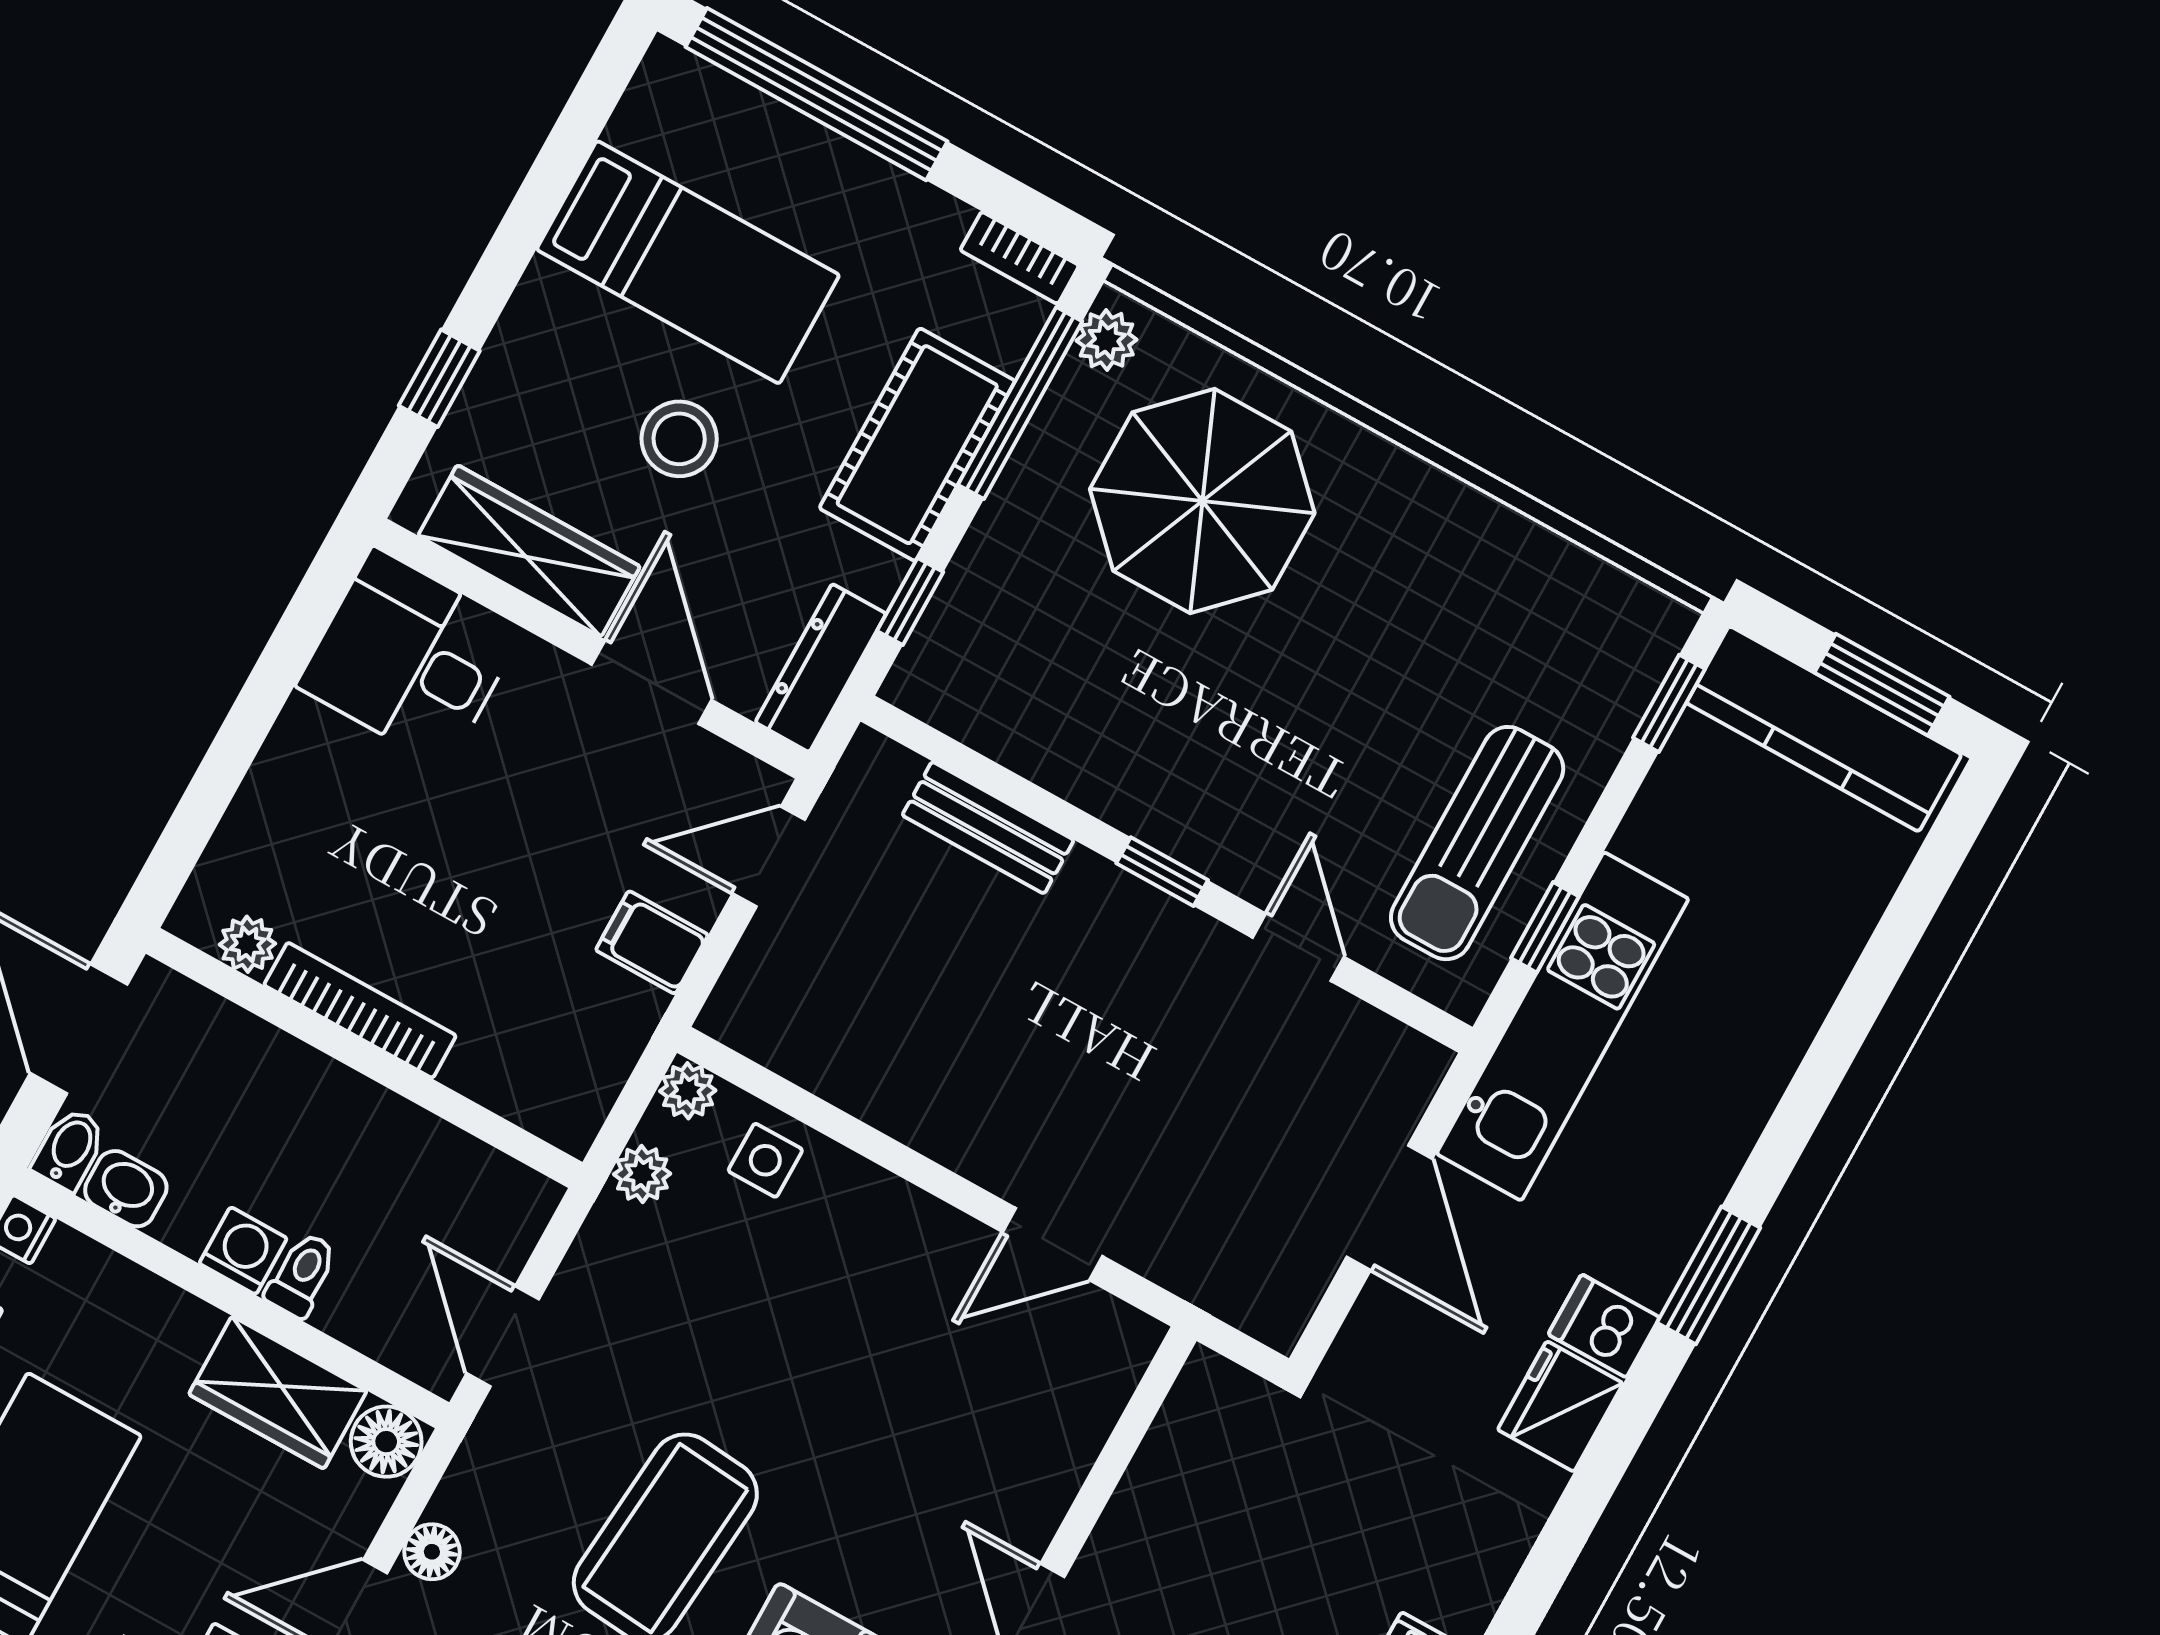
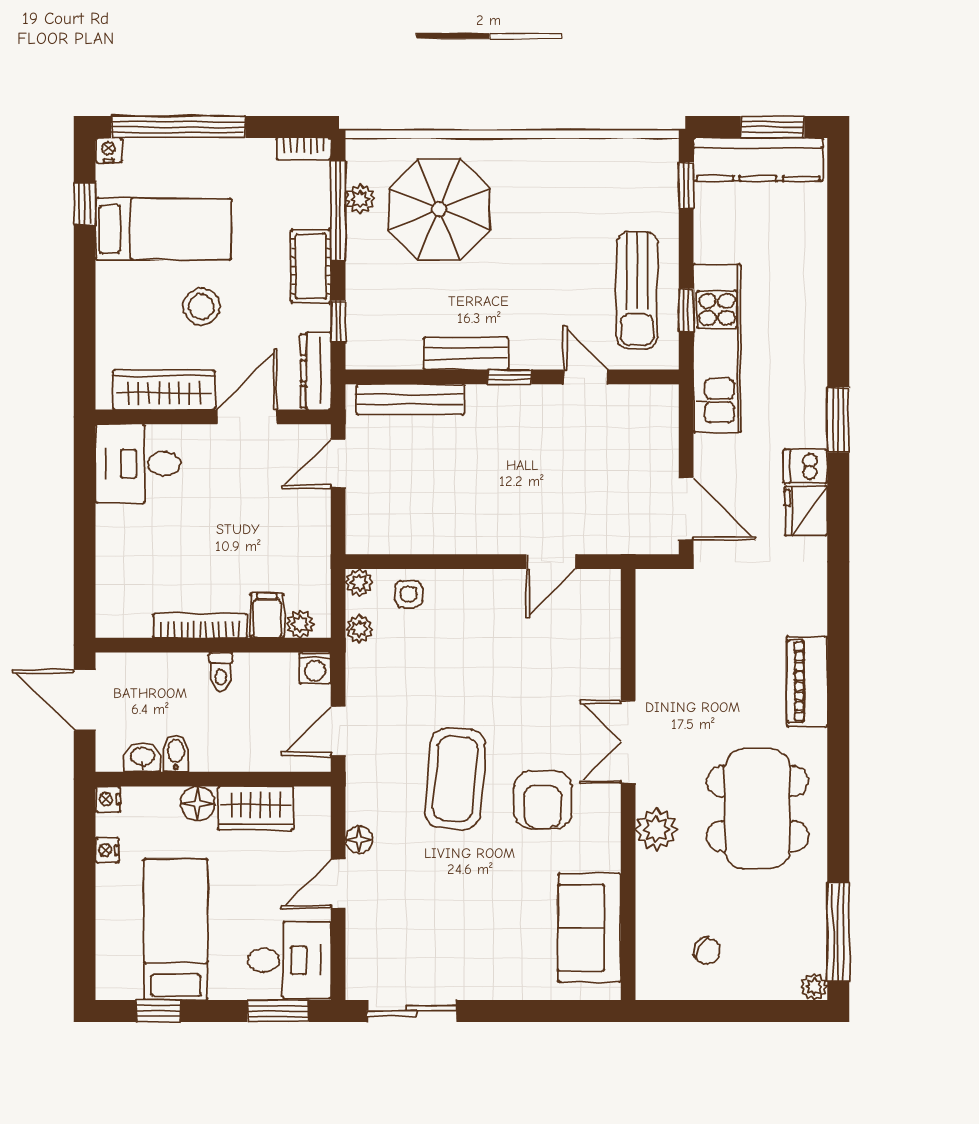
nightstand: (668, 67) -> (109, 150), added
plant: (1107, 340) -> (360, 199), moved
window: (439, 378) -> (85, 204), moved
cot: (917, 445) -> (311, 266), width x0.73, depth x0.75
door: (652, 682) -> (247, 417), hinge flipped
bench: (1107, 786) -> (466, 353), added
bench: (988, 828) -> (411, 399), width x1.36
filing cabinet: (652, 942) -> (267, 616), moved, turned 90
plant: (247, 944) -> (300, 624), moved
bidet: (69, 1149) -> (176, 754), moved
door: (1389, 1208) -> (686, 509), moved
washing machine: (243, 1251) -> (315, 668), moved, turned 180
toilet: (302, 1275) -> (221, 672), moved, turned 180
door: (503, 1336) -> (338, 731), hinge flipped
floor lamp: (386, 1442) -> (198, 804), moved

